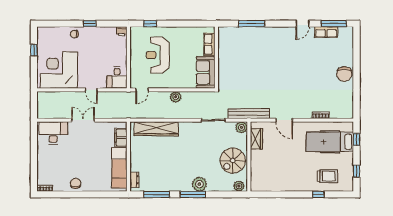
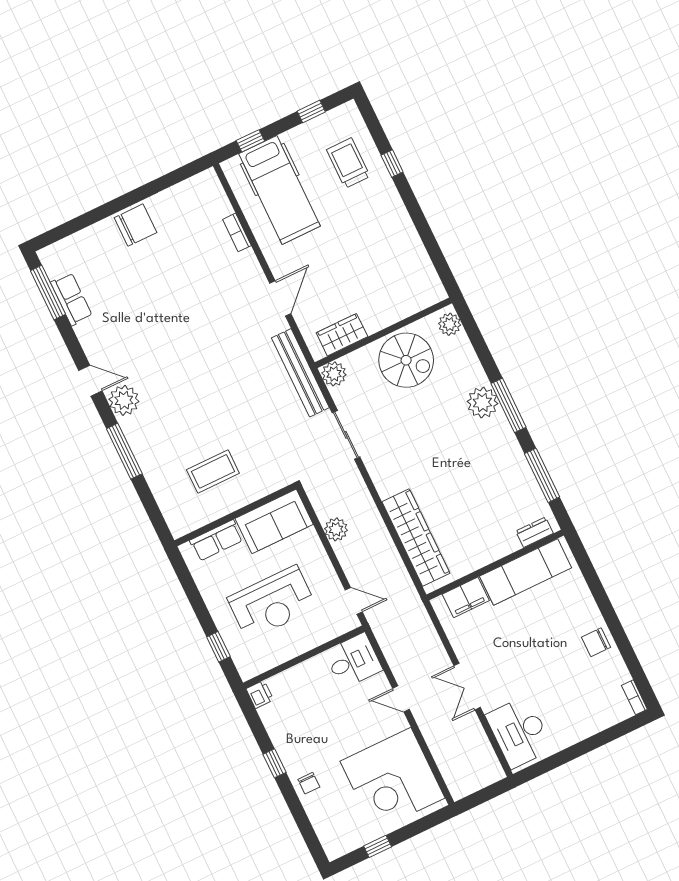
door: (303, 24) -> (90, 381), moved
plant: (273, 34) -> (124, 400), added
row of seats: (209, 44) -> (216, 540), moved
wall: (216, 57) -> (235, 515), moved
coffee table: (225, 57) -> (213, 471), added
sofa: (206, 72) -> (274, 521), moved
door: (91, 90) -> (401, 699), swing flipped

